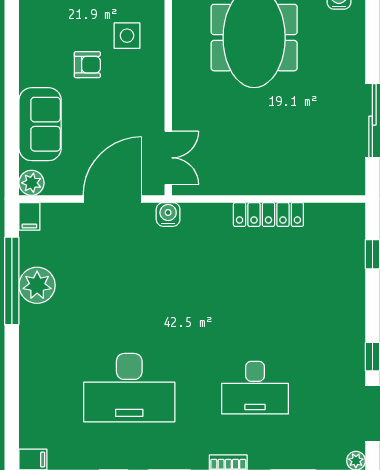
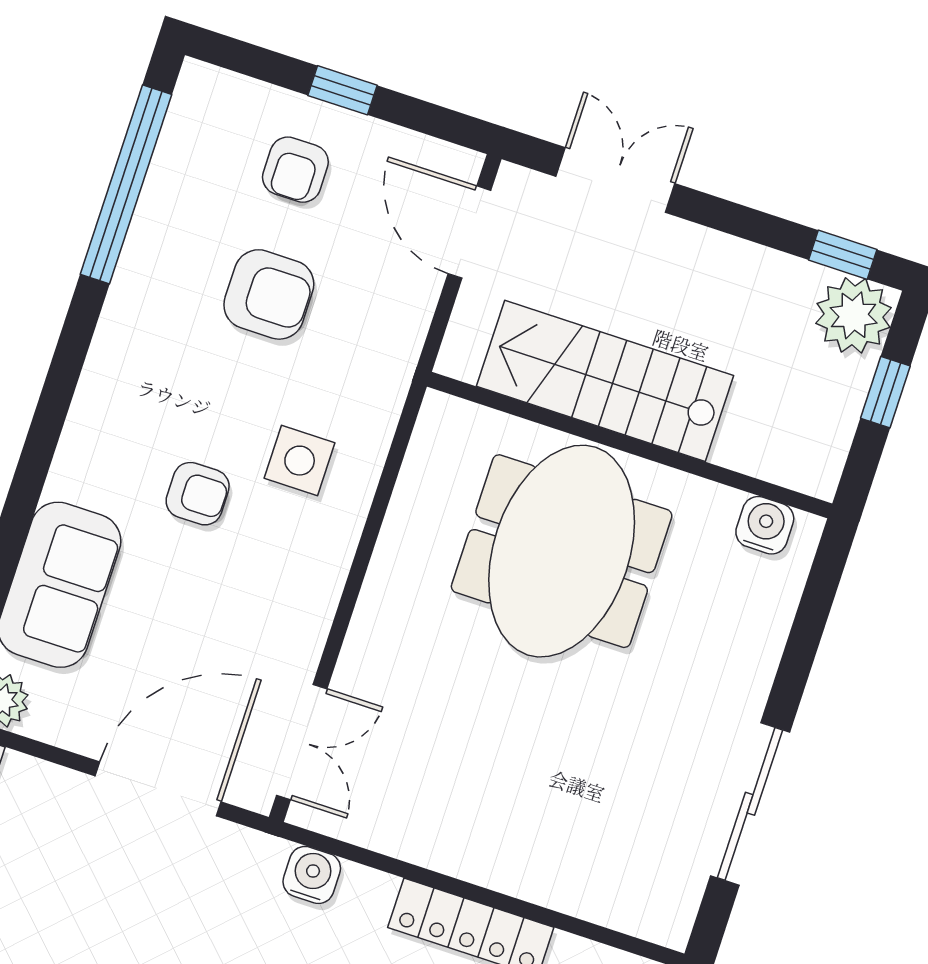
water cooler: (168, 214) -> (312, 875), moved

